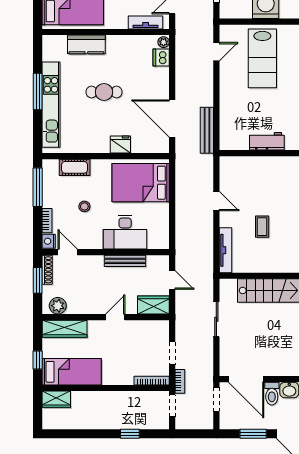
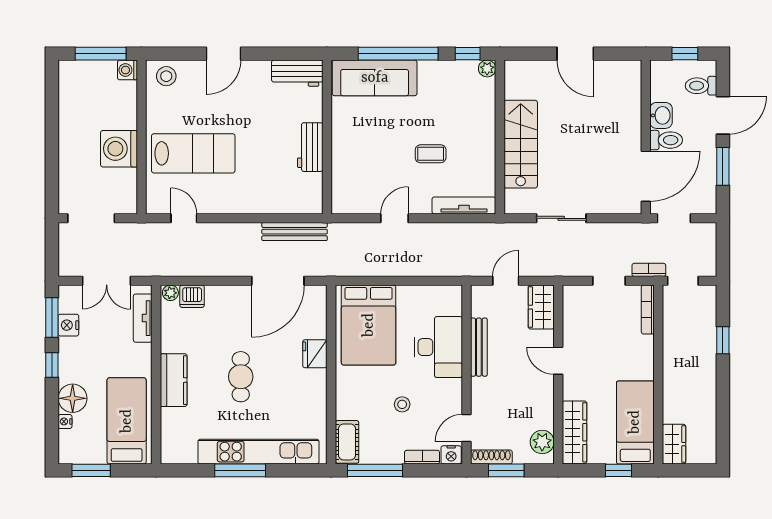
kitchen counter: (86, 44) -> (174, 380), moved
cot: (75, 167) -> (347, 442), moved

